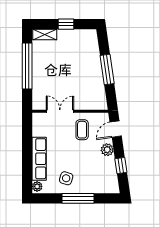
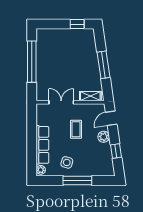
window: (66, 24) -> (77, 24), moved
shelving: (45, 34) -> (90, 96), moved
coffee table: (82, 130) -> (76, 129), moved

